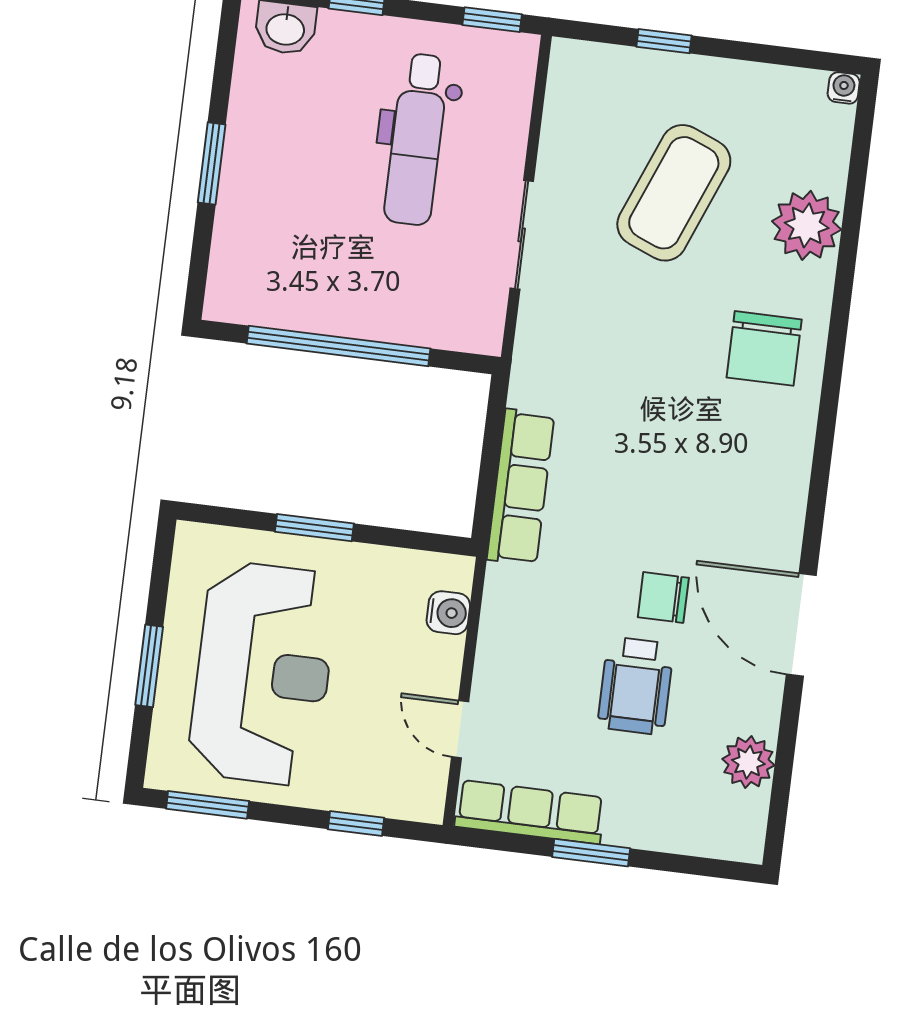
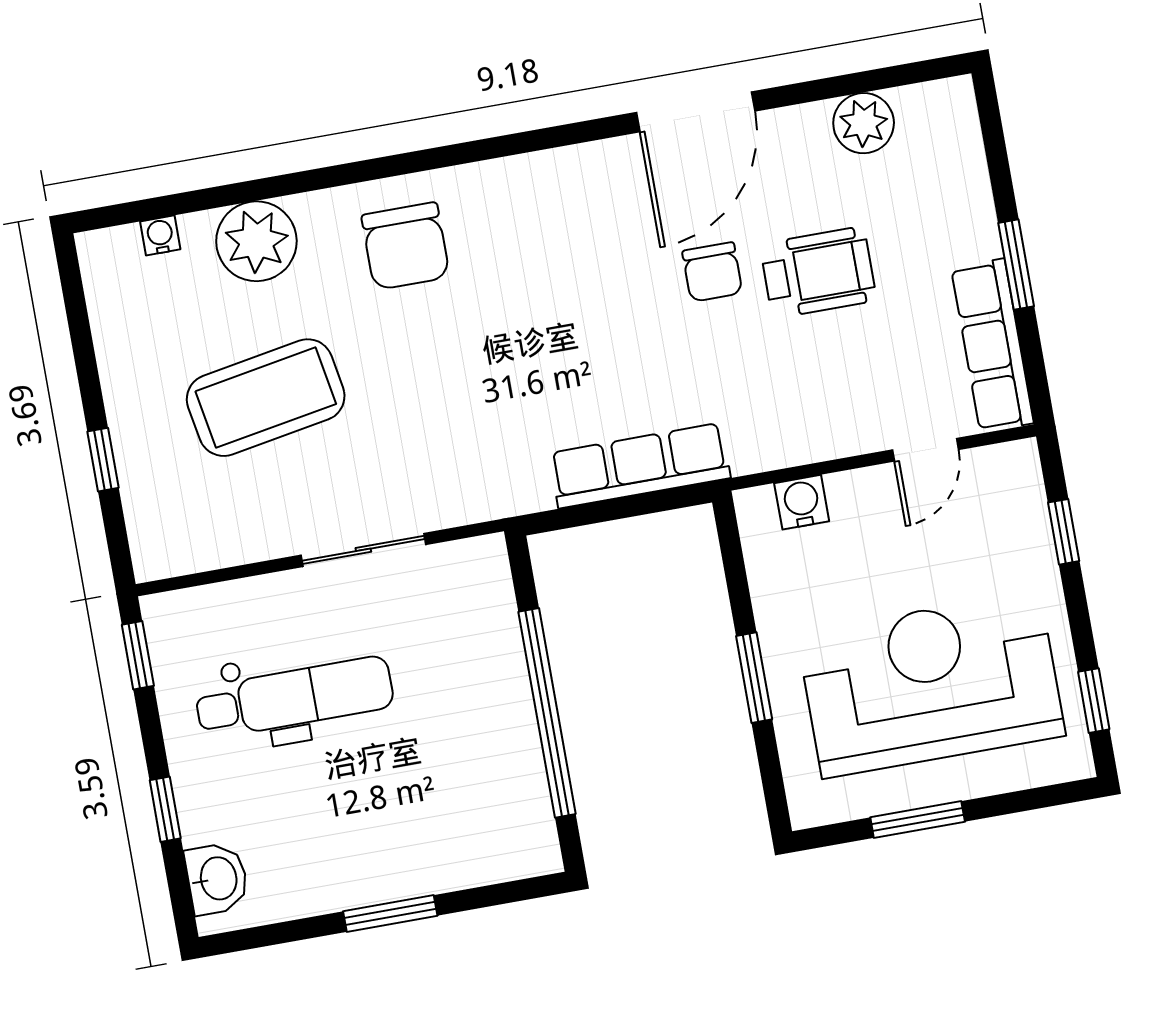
water cooler: (844, 88) -> (160, 235), moved, turned 90
coffee table: (674, 193) -> (266, 398), turned -32
chair: (764, 348) -> (406, 246), turned 90
window: (149, 666) -> (918, 820), moved
window: (208, 805) -> (1094, 701), width x0.67

